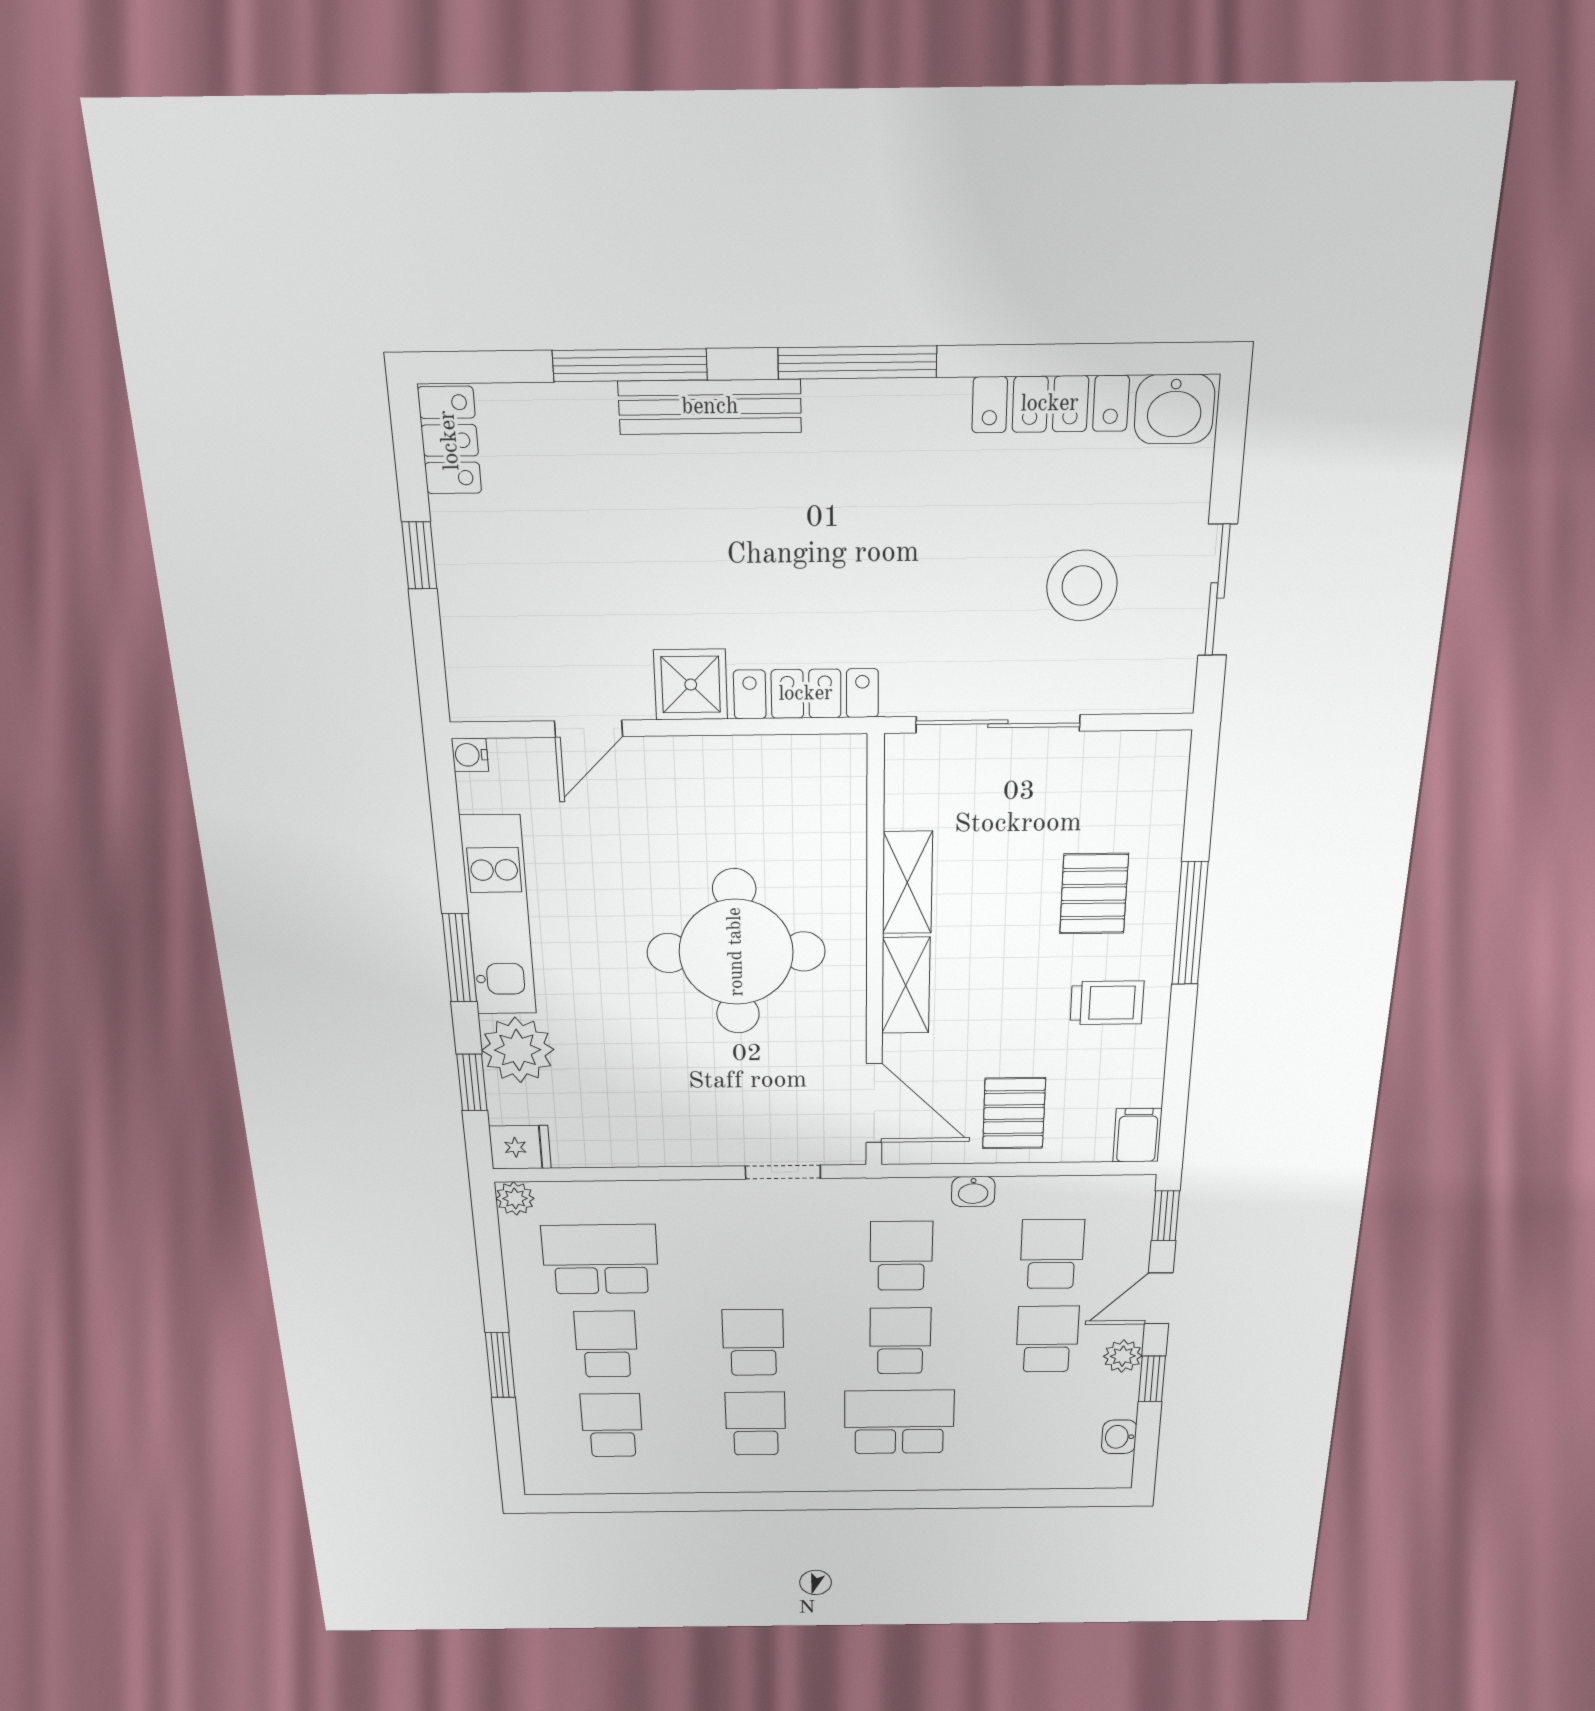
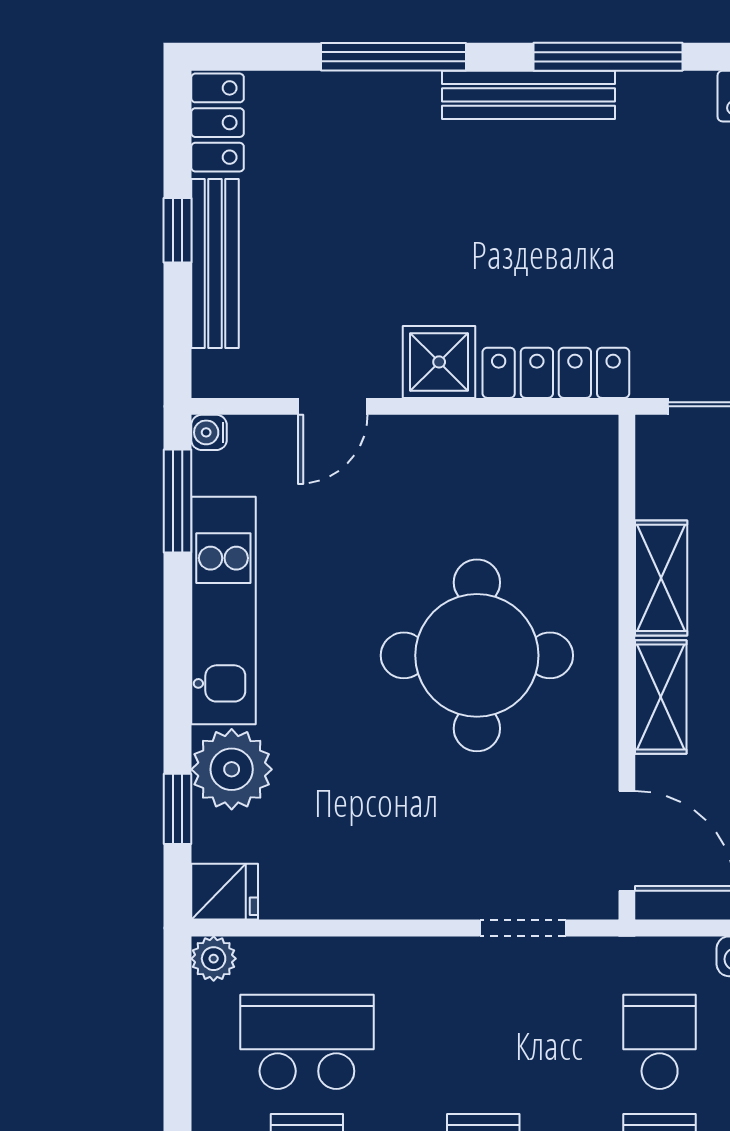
bench: (710, 407) -> (529, 95), moved
bench: (461, 589) -> (215, 264), added
window: (460, 958) -> (177, 501), moved

